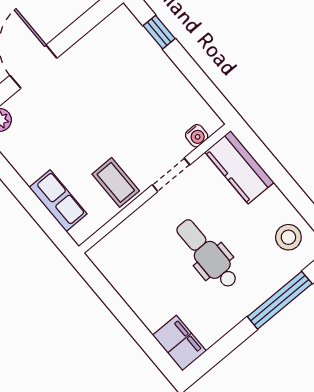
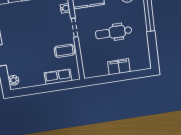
filing cabinet: (179, 343) -> (119, 67), moved

